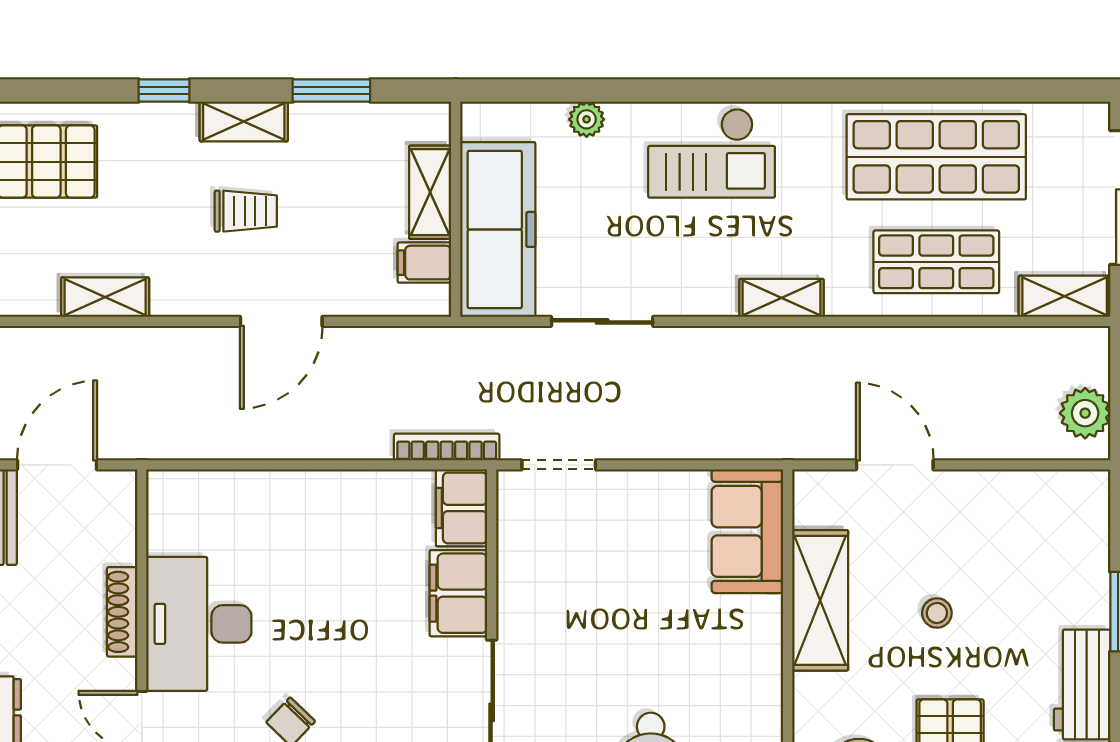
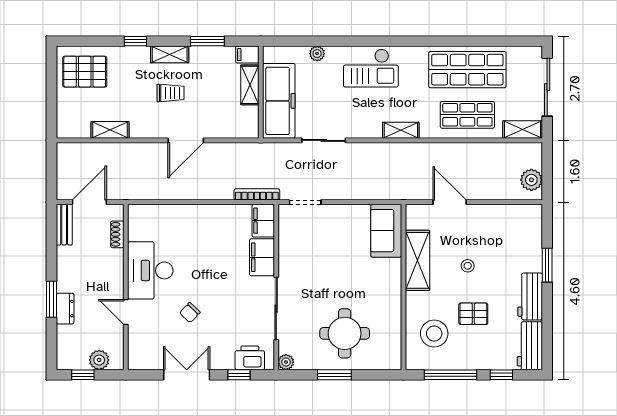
filing cabinet: (424, 263) -> (247, 55), moved
shoe rack: (122, 612) -> (117, 234), moved, width x0.70

